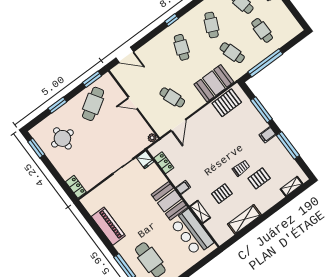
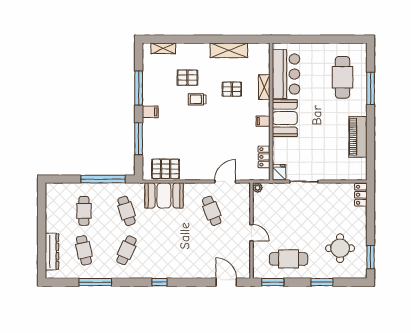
cafe table: (182, 47) -> (169, 250), removed
cafe table: (93, 104) -> (289, 259), turned 32

